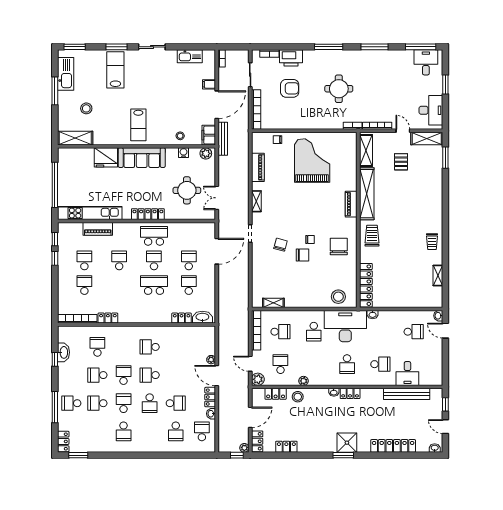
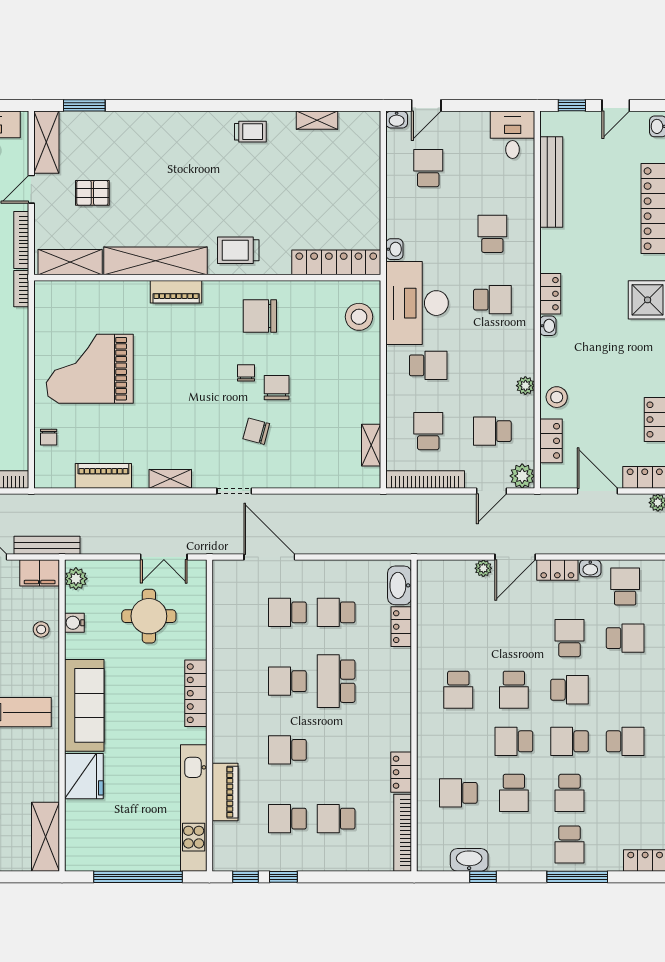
school desk: (154, 236) -> (239, 681), removed
desk: (407, 373) -> (513, 135), moved, turned -90
school desk: (202, 431) -> (625, 587), turned 90

